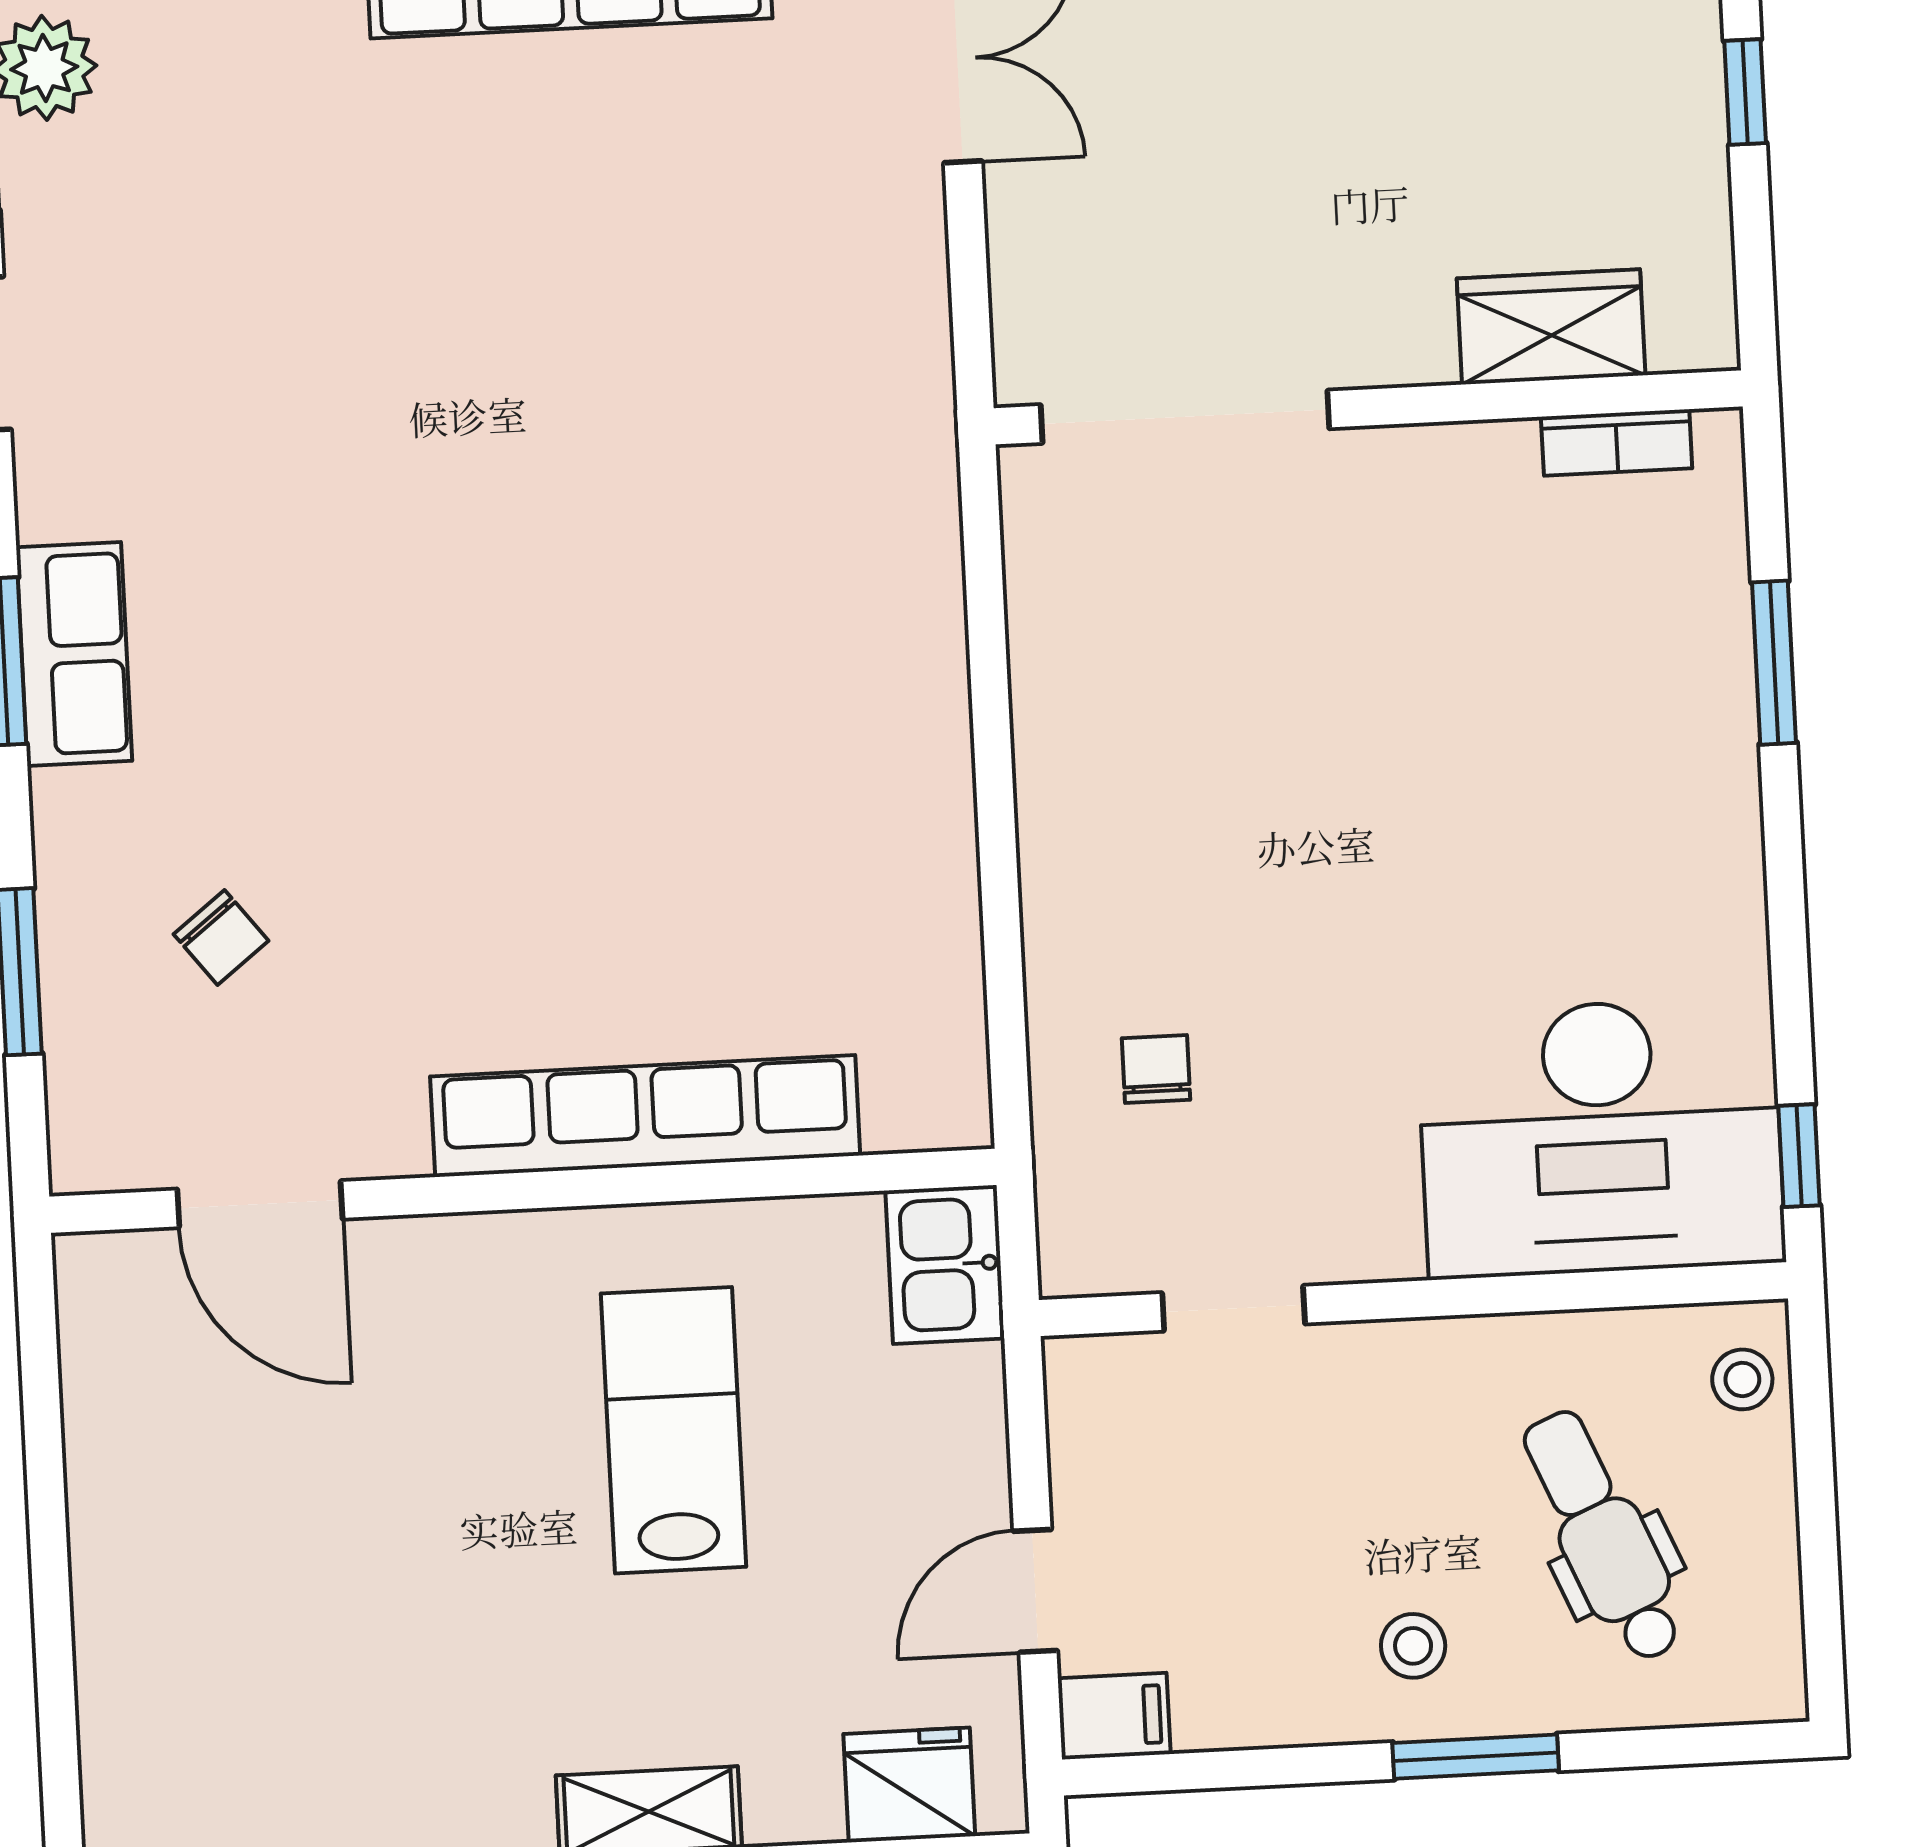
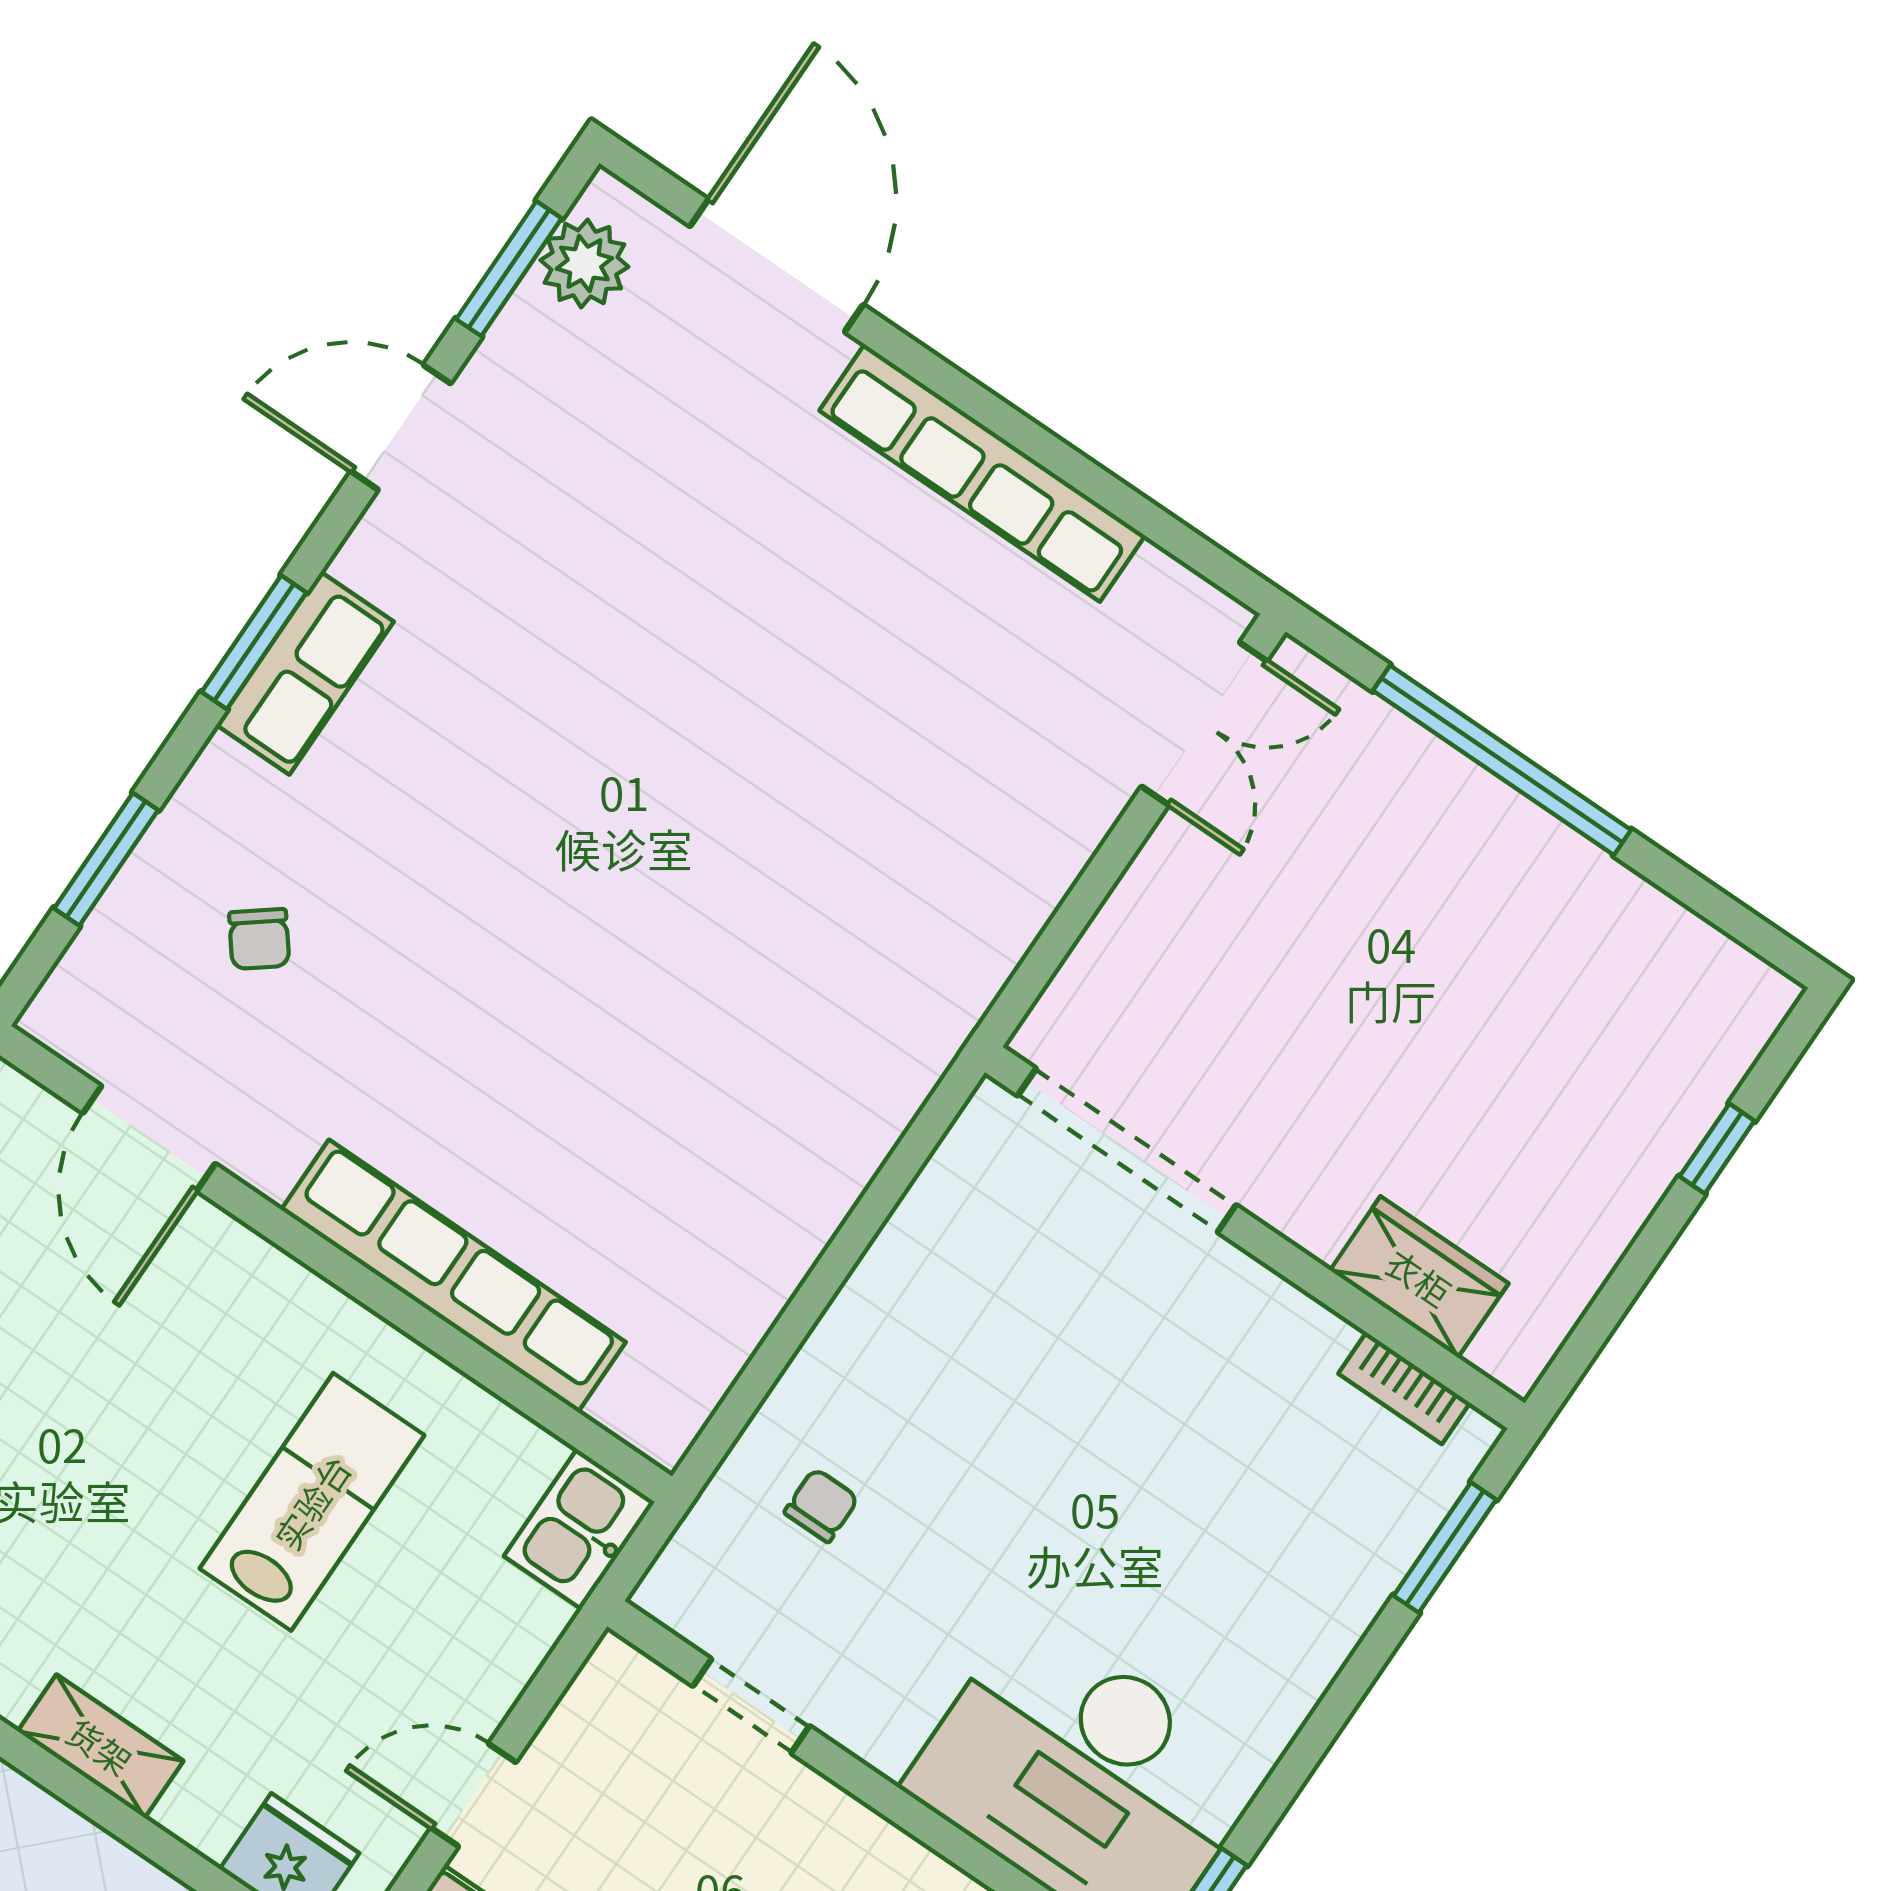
wardrobe: (1551, 327) -> (1419, 1277), moved
wall: (1368, 407) -> (1255, 1238), moved
doorway: (1185, 417) -> (1127, 1150), moved
bookcase: (1617, 443) -> (1404, 1388), moved

